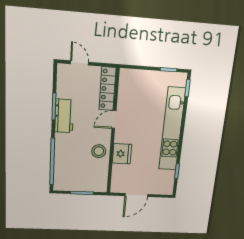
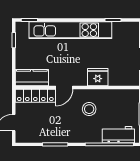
kitchen counter: (127, 86) -> (32, 78), added
workbench: (64, 116) -> (118, 135), moved
door: (114, 120) -> (64, 87), hinge flipped
stool: (99, 151) -> (89, 109), moved

